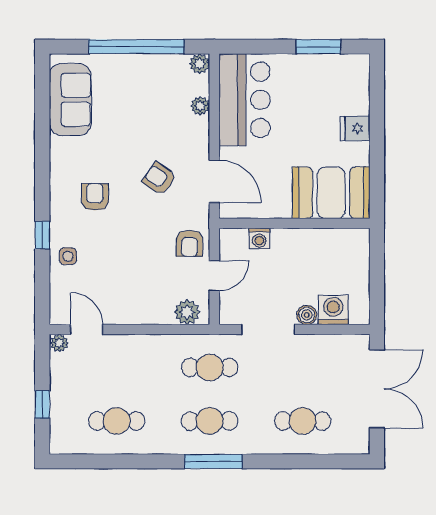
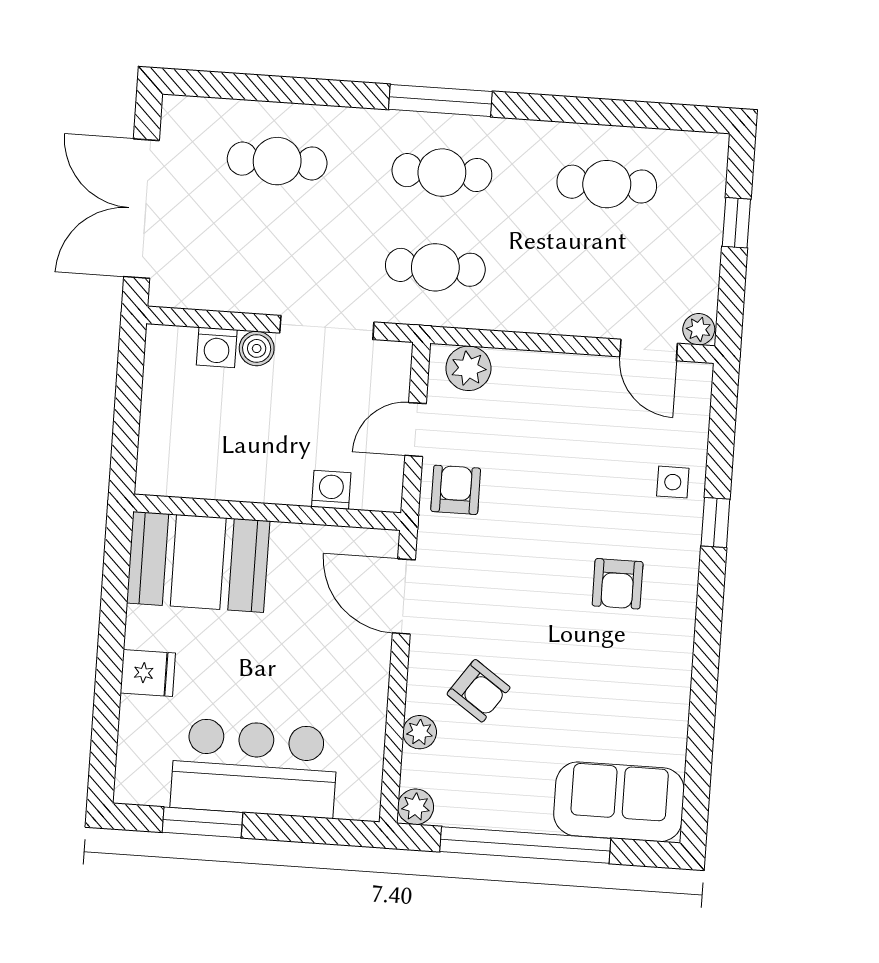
sofa: (70, 100) -> (619, 802), moved, turned 90
bar counter: (245, 100) -> (254, 768), moved, turned 90
armchair: (159, 179) -> (479, 691), moved
washing machine: (333, 310) -> (217, 347), width x0.73, depth x0.73

